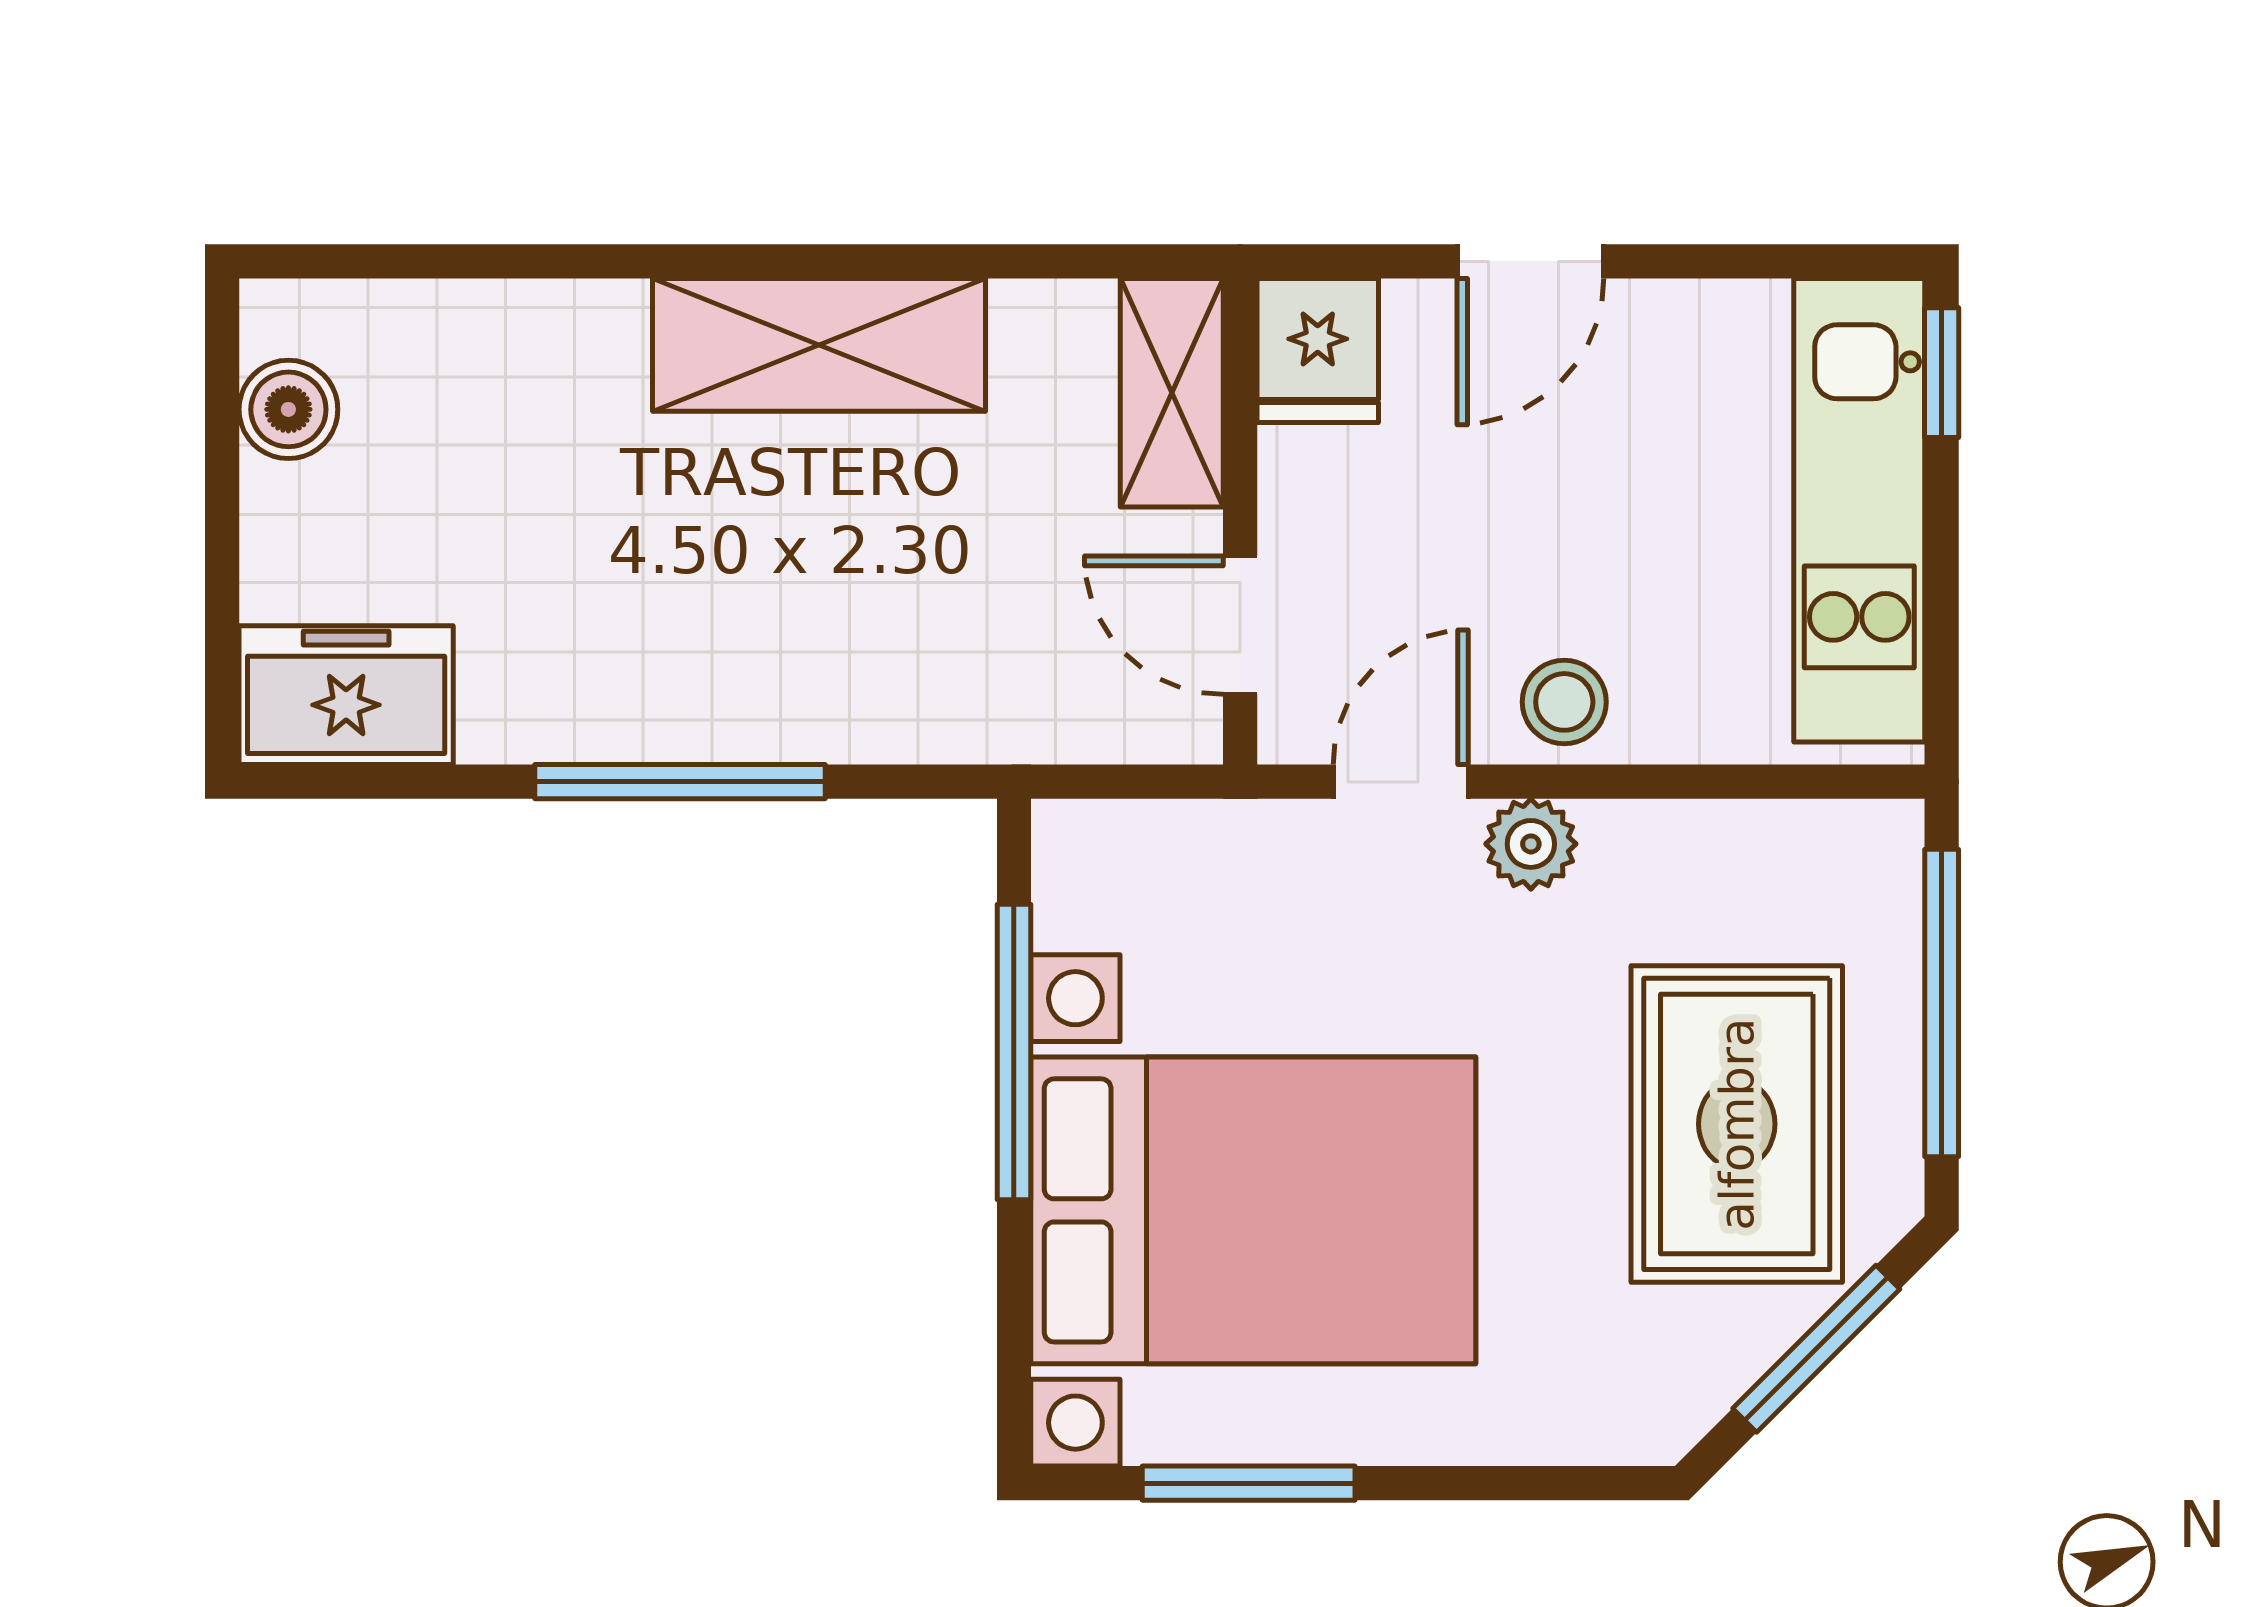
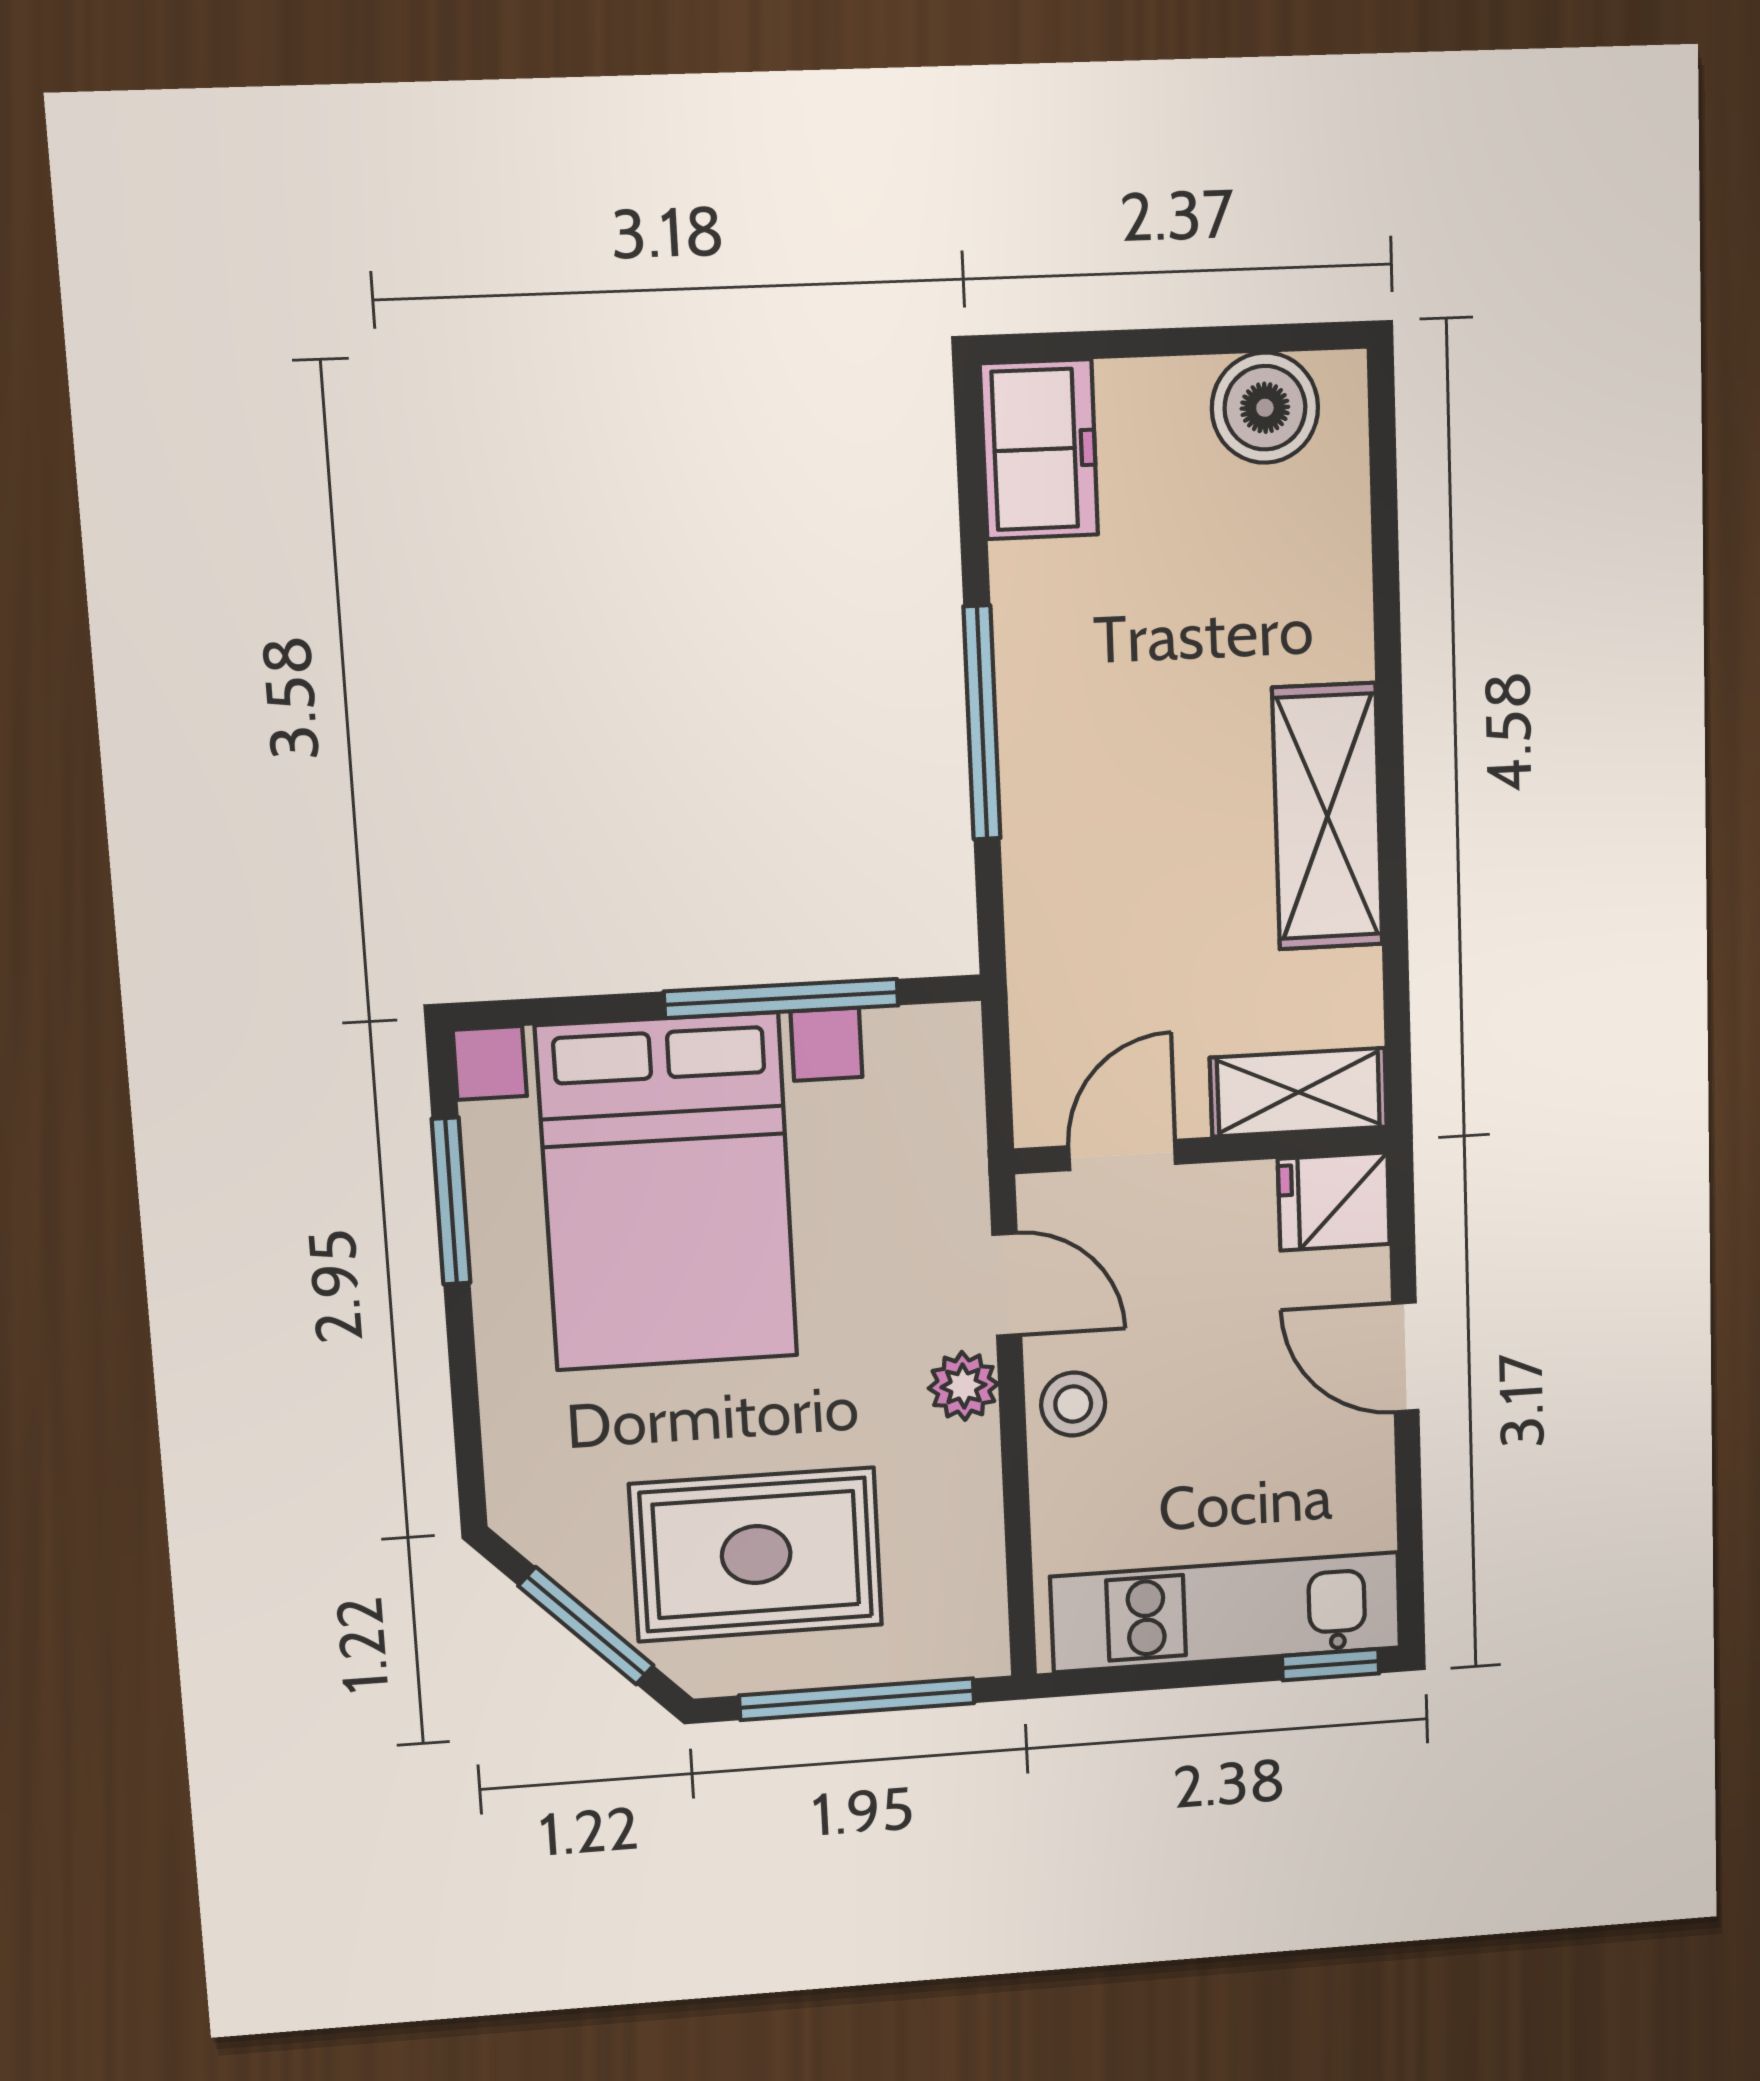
boiler: (288, 409) -> (1265, 408), width x1.36, depth x1.36

